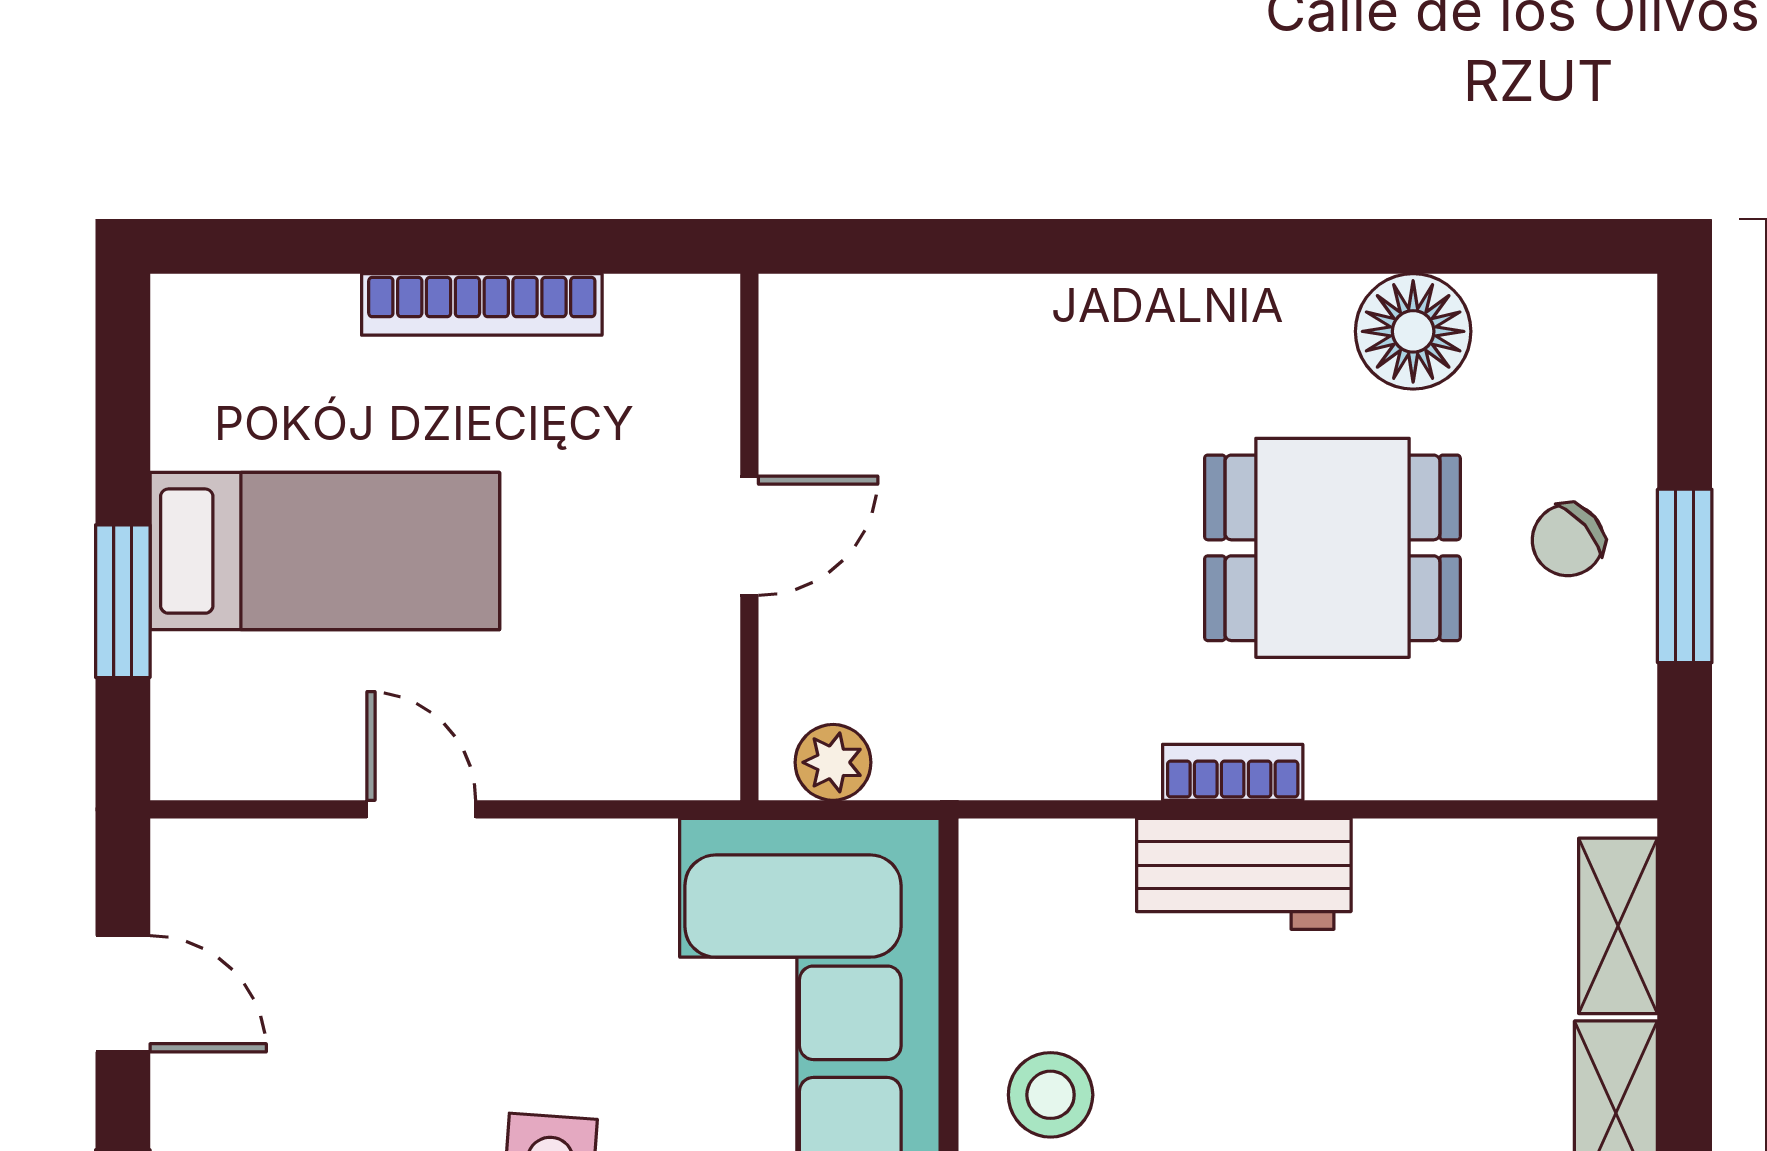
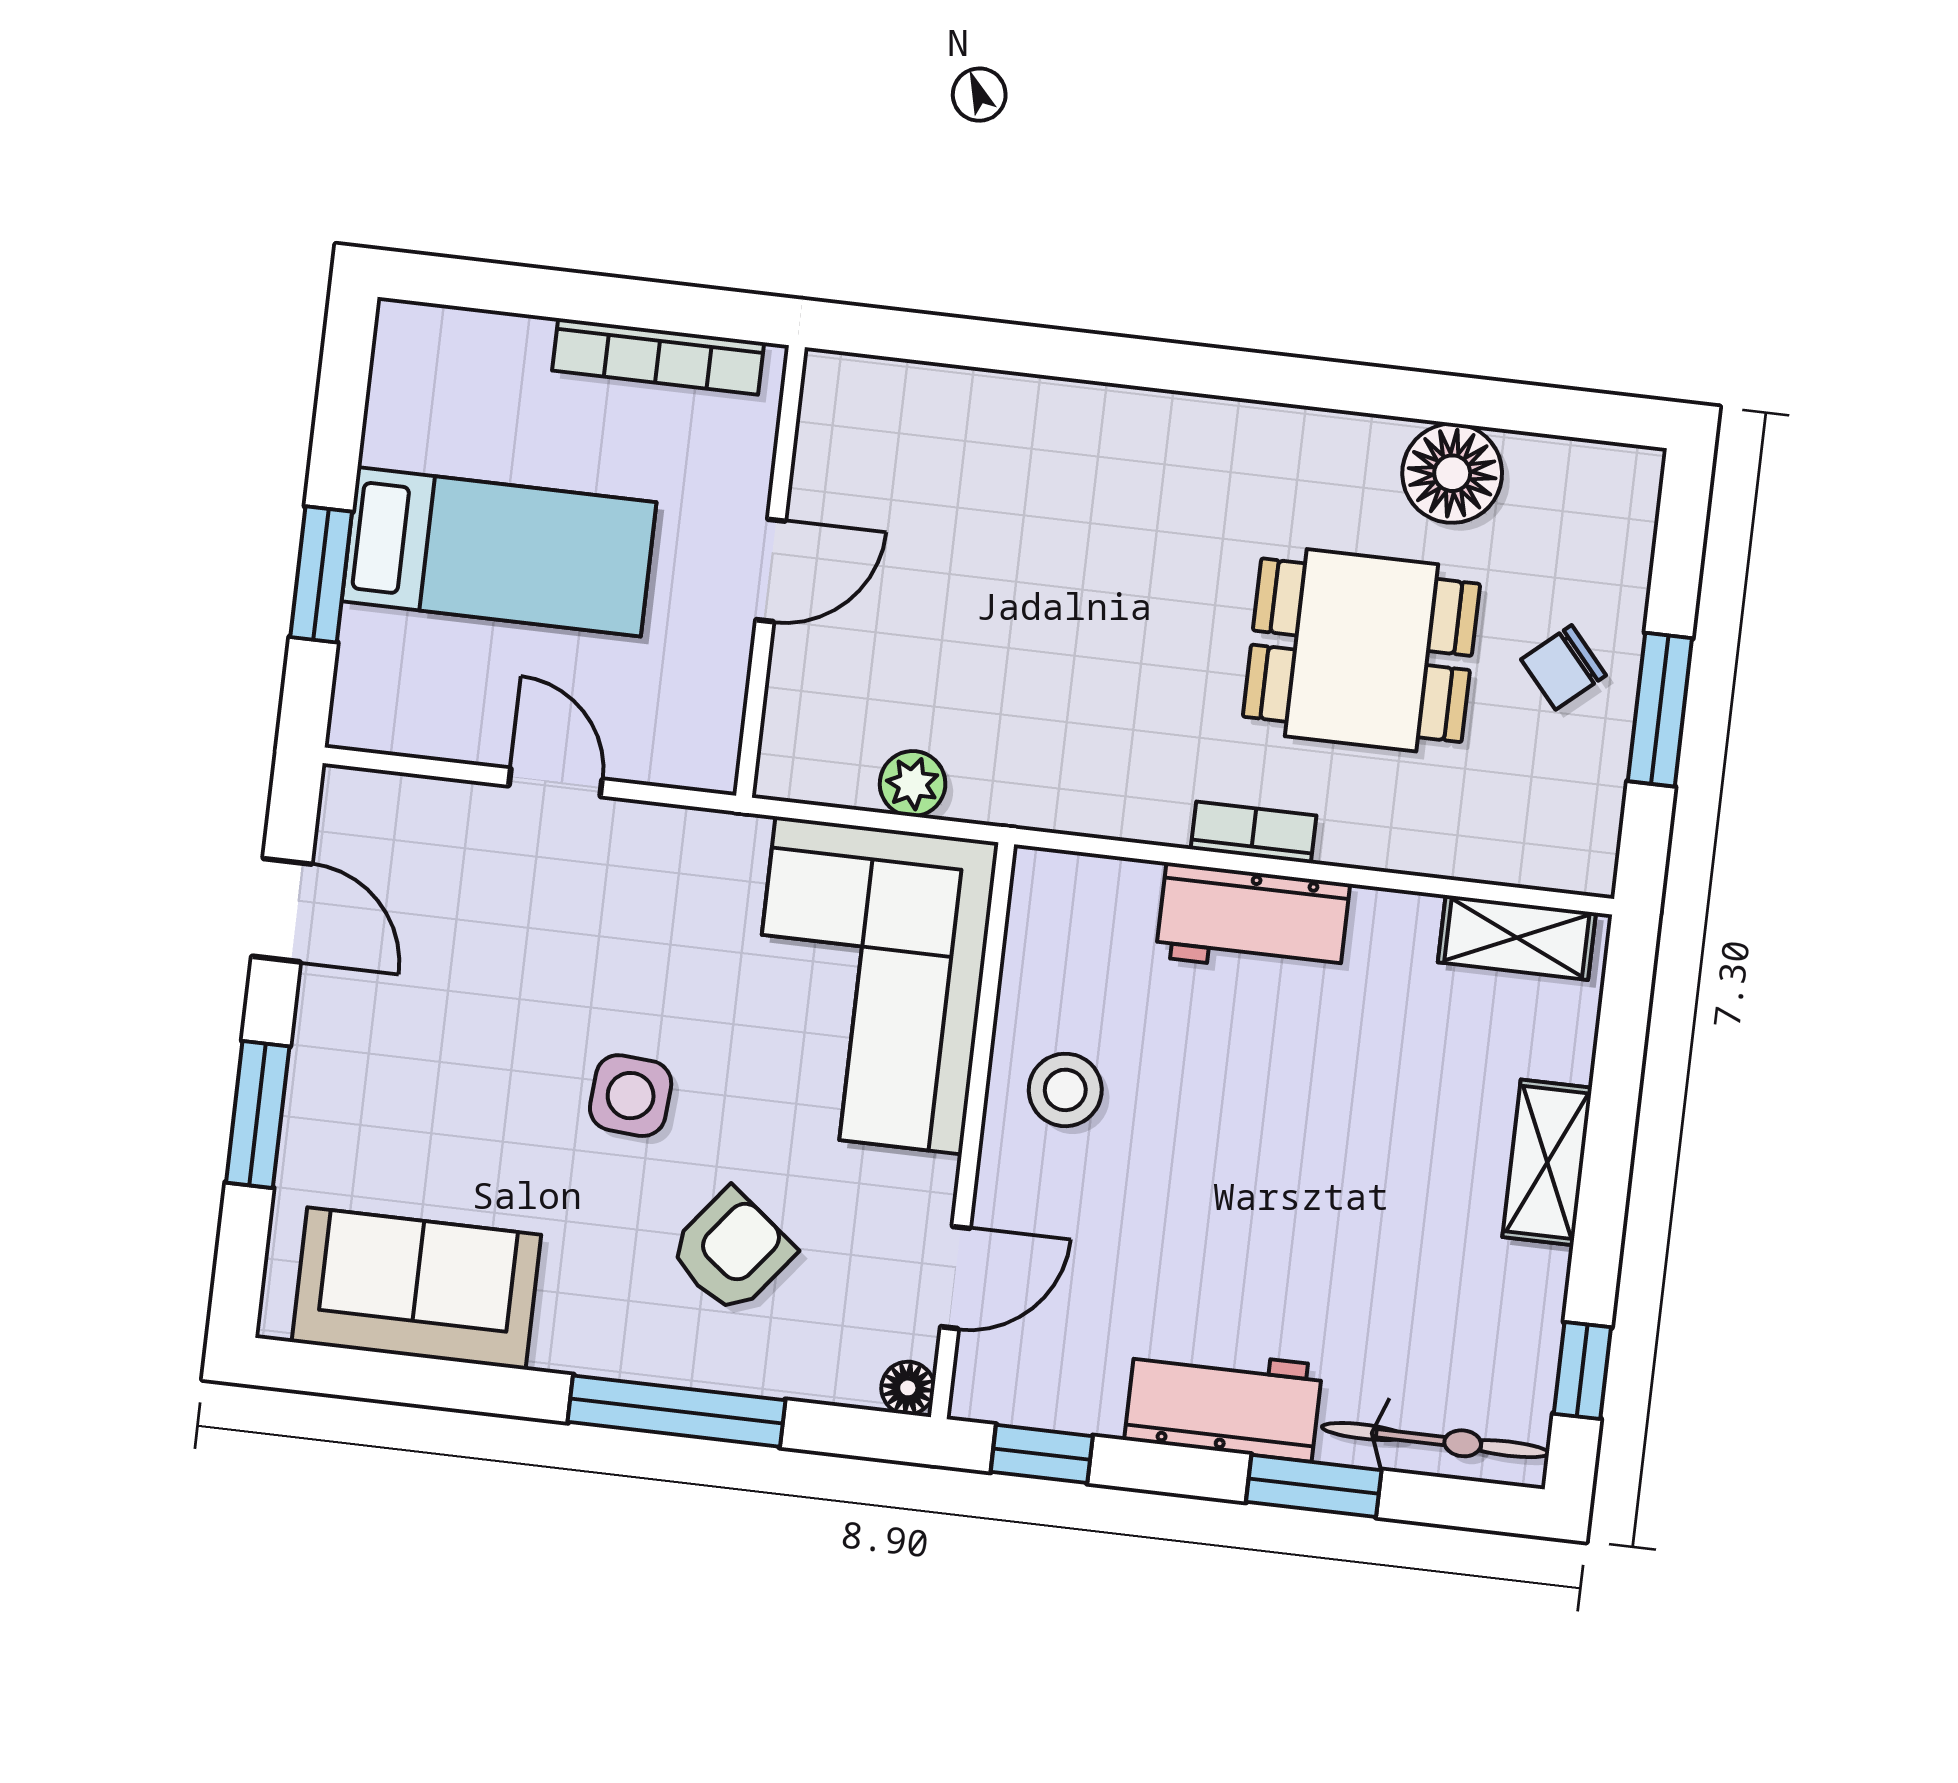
door: (749, 536) -> (771, 570), moved
wall: (749, 537) -> (770, 571), moved
shelving: (1618, 926) -> (1517, 938), moved, turned 90

